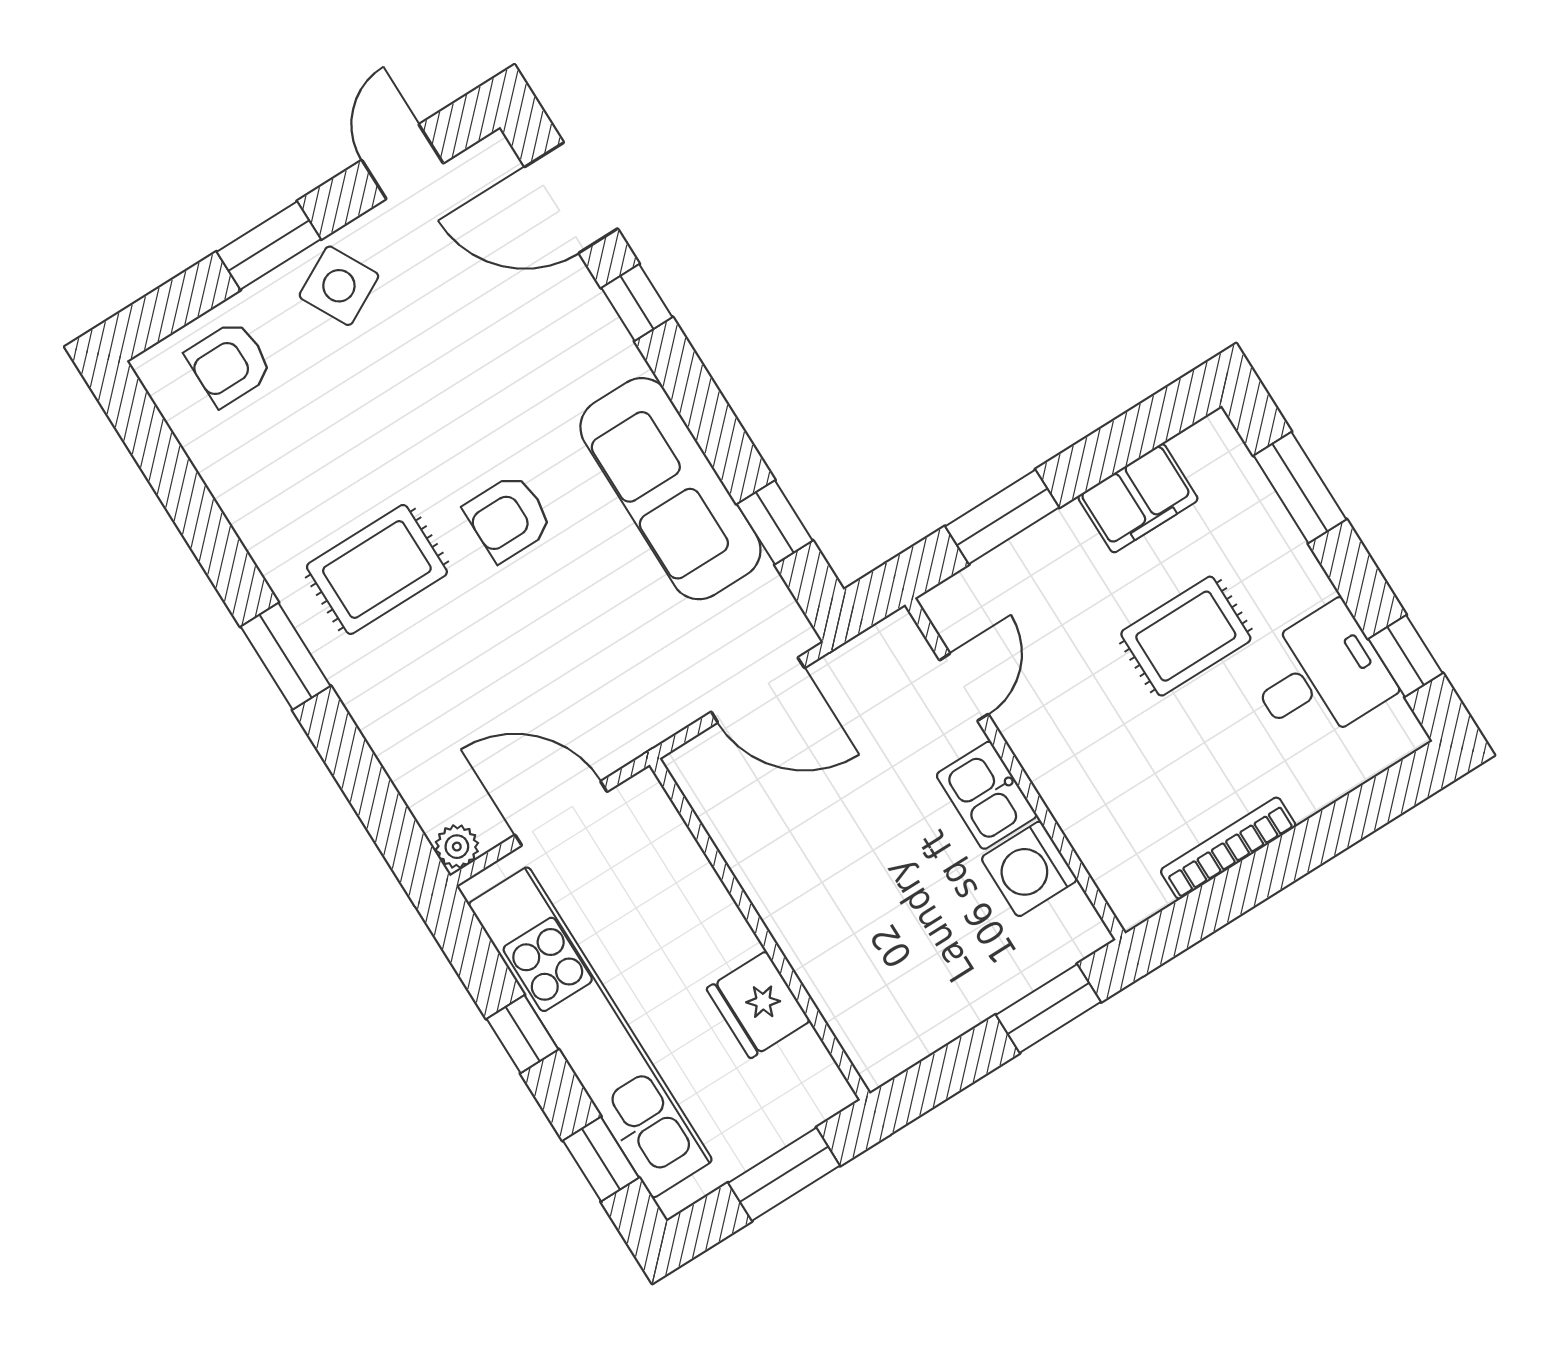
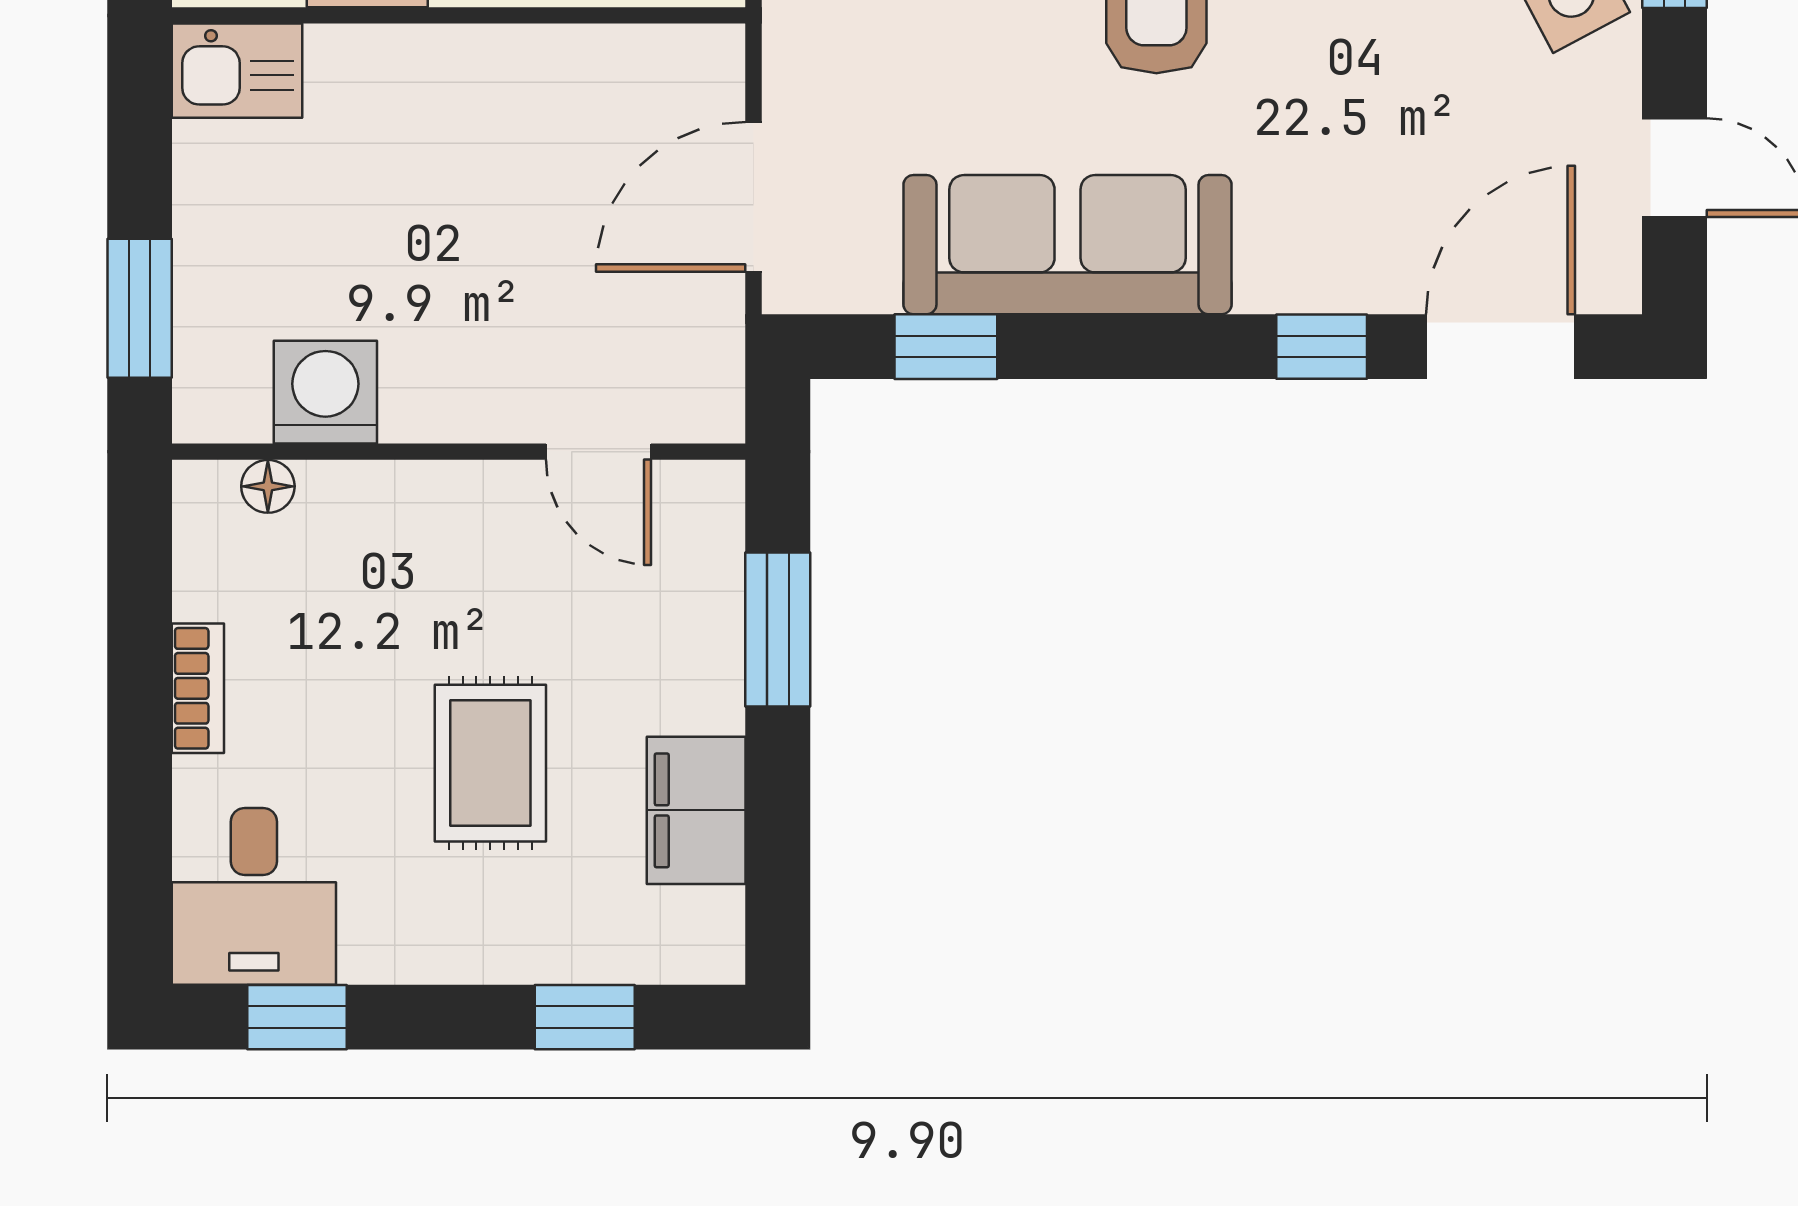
window: (1300, 488) -> (585, 1017), width x0.67
desk: (1319, 676) -> (254, 896), moved
kitchen sink: (987, 795) -> (237, 71), moved, turned 180
bookcase: (1228, 848) -> (198, 688), width x0.64
floor lamp: (1106, 868) -> (268, 486), added

